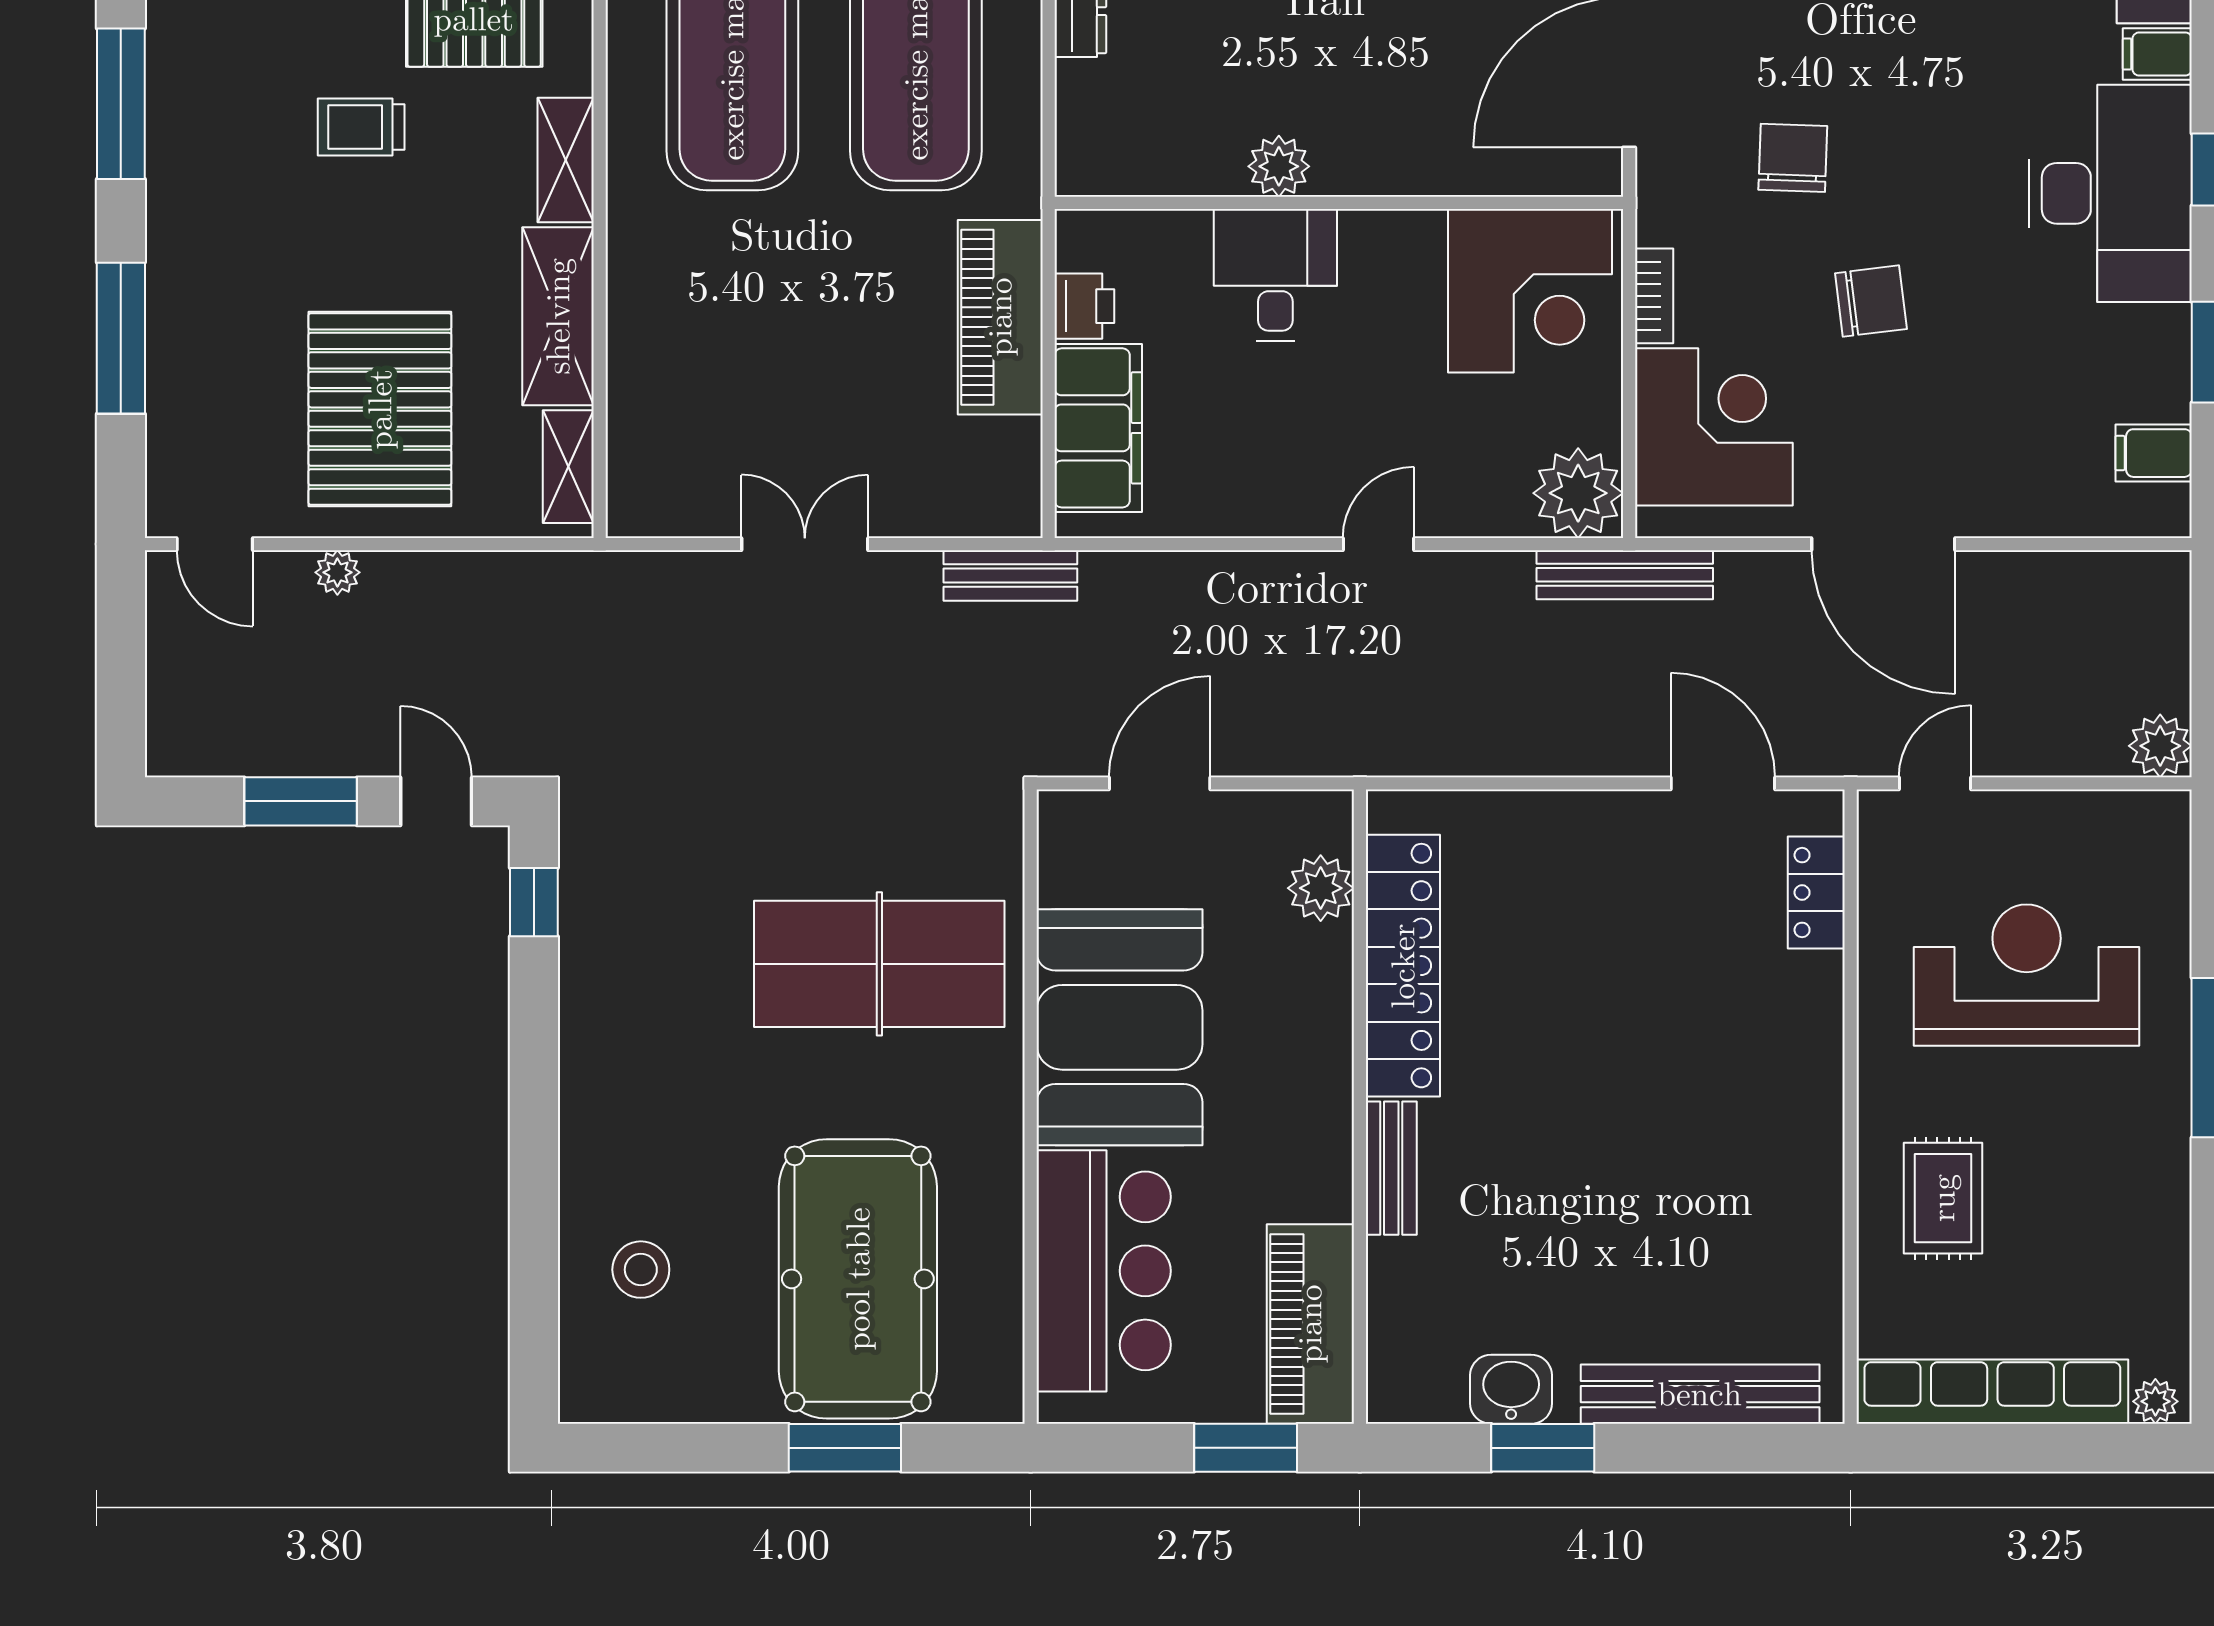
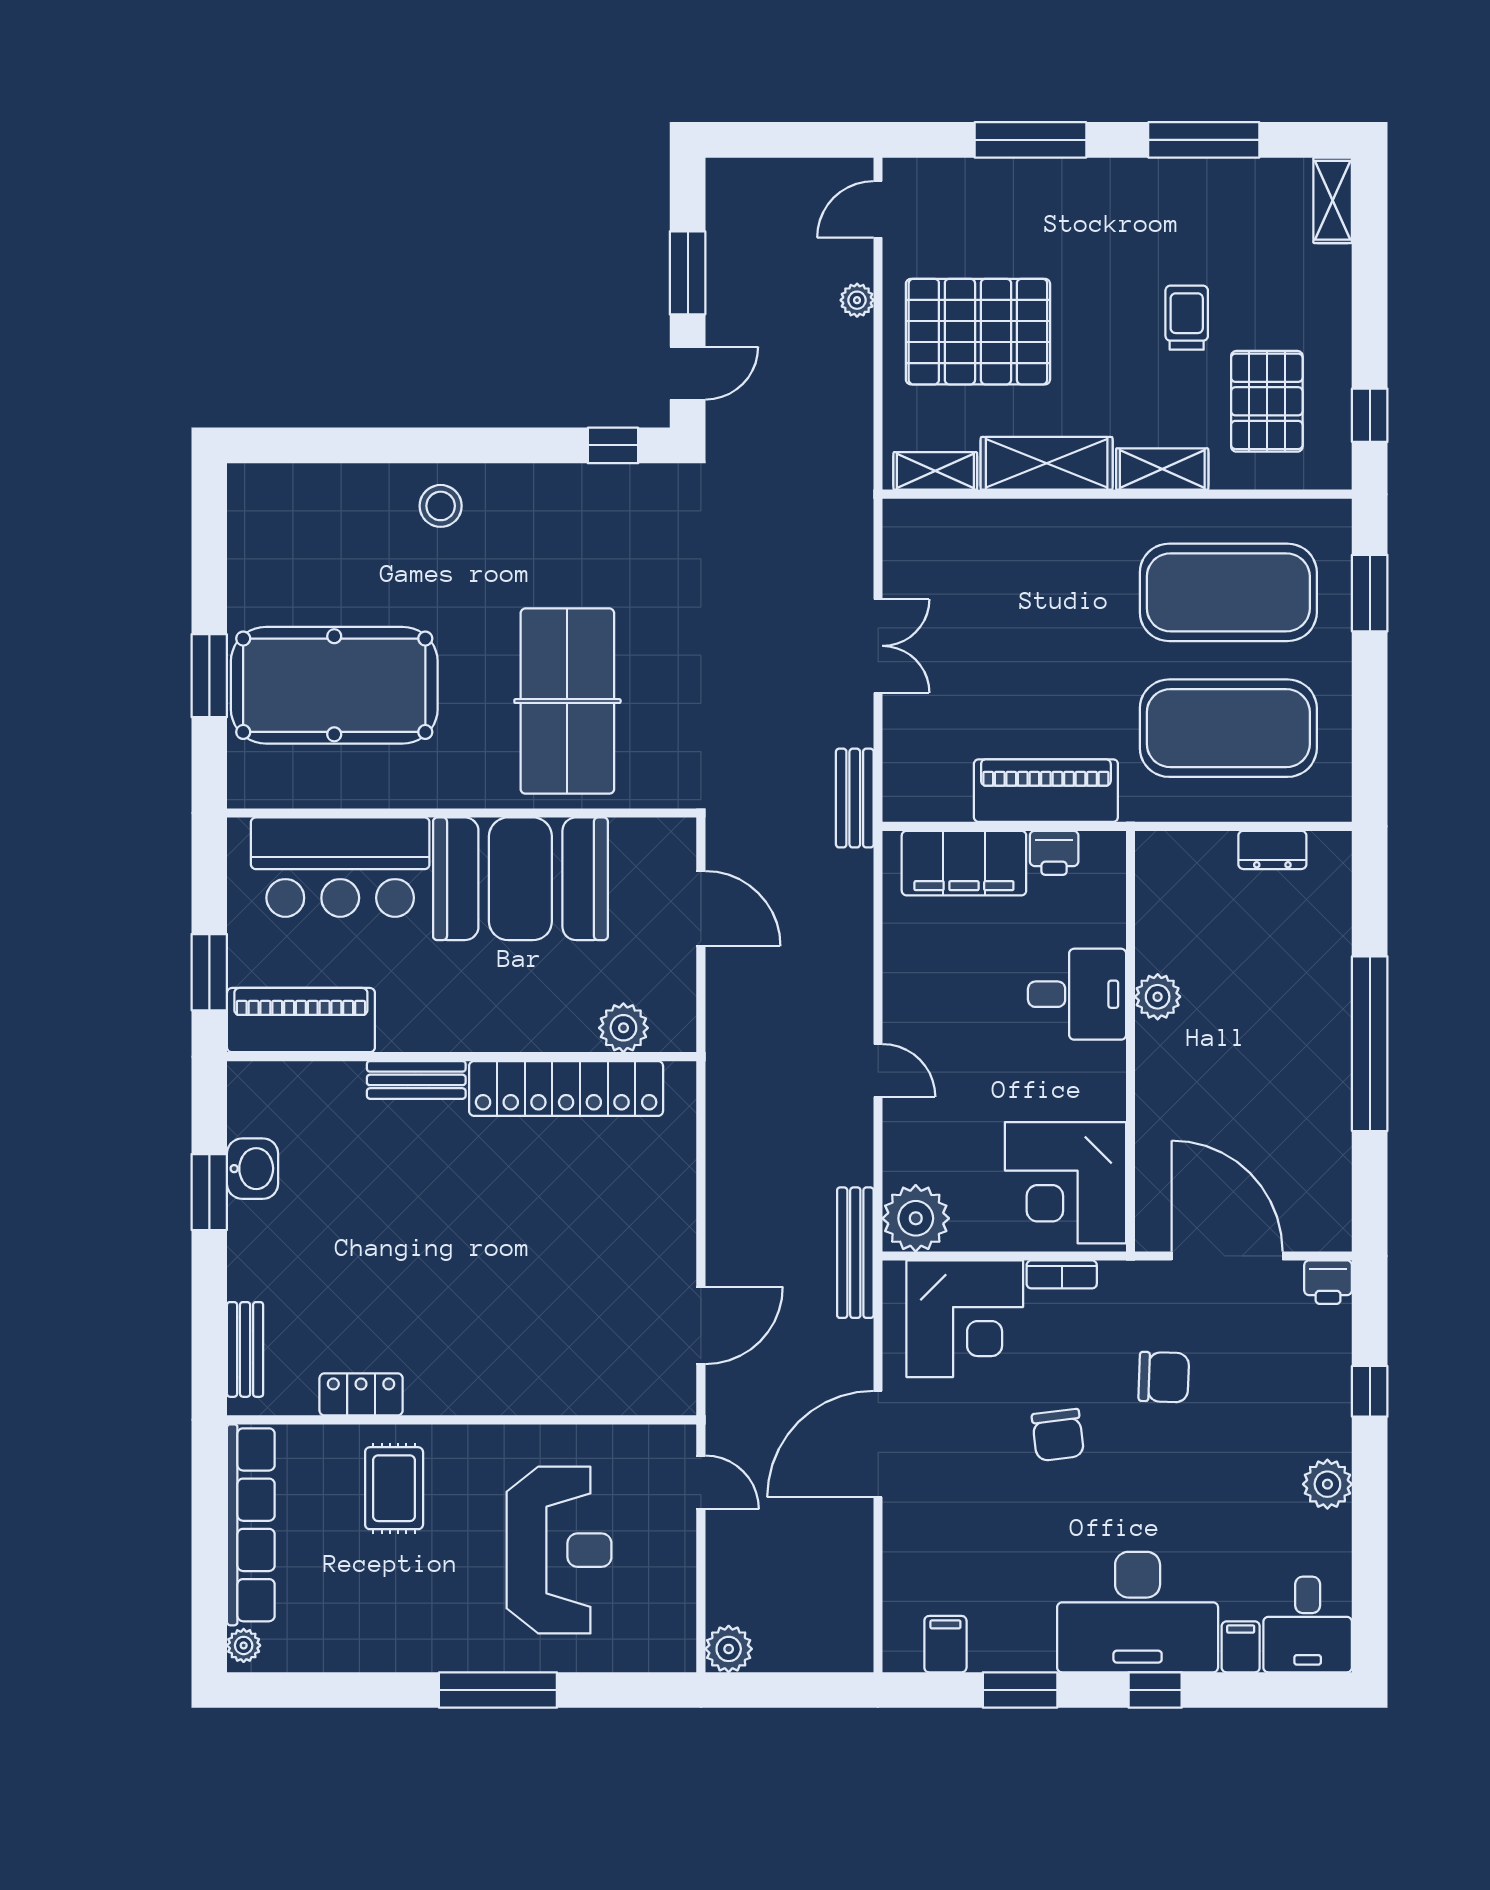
locker: (1816, 893) -> (361, 1394), moved
rug: (1943, 1198) -> (394, 1488), turned 90
stool: (641, 1270) -> (441, 506), moved
bench: (1700, 1394) -> (245, 1349), width x0.54, depth x0.82

